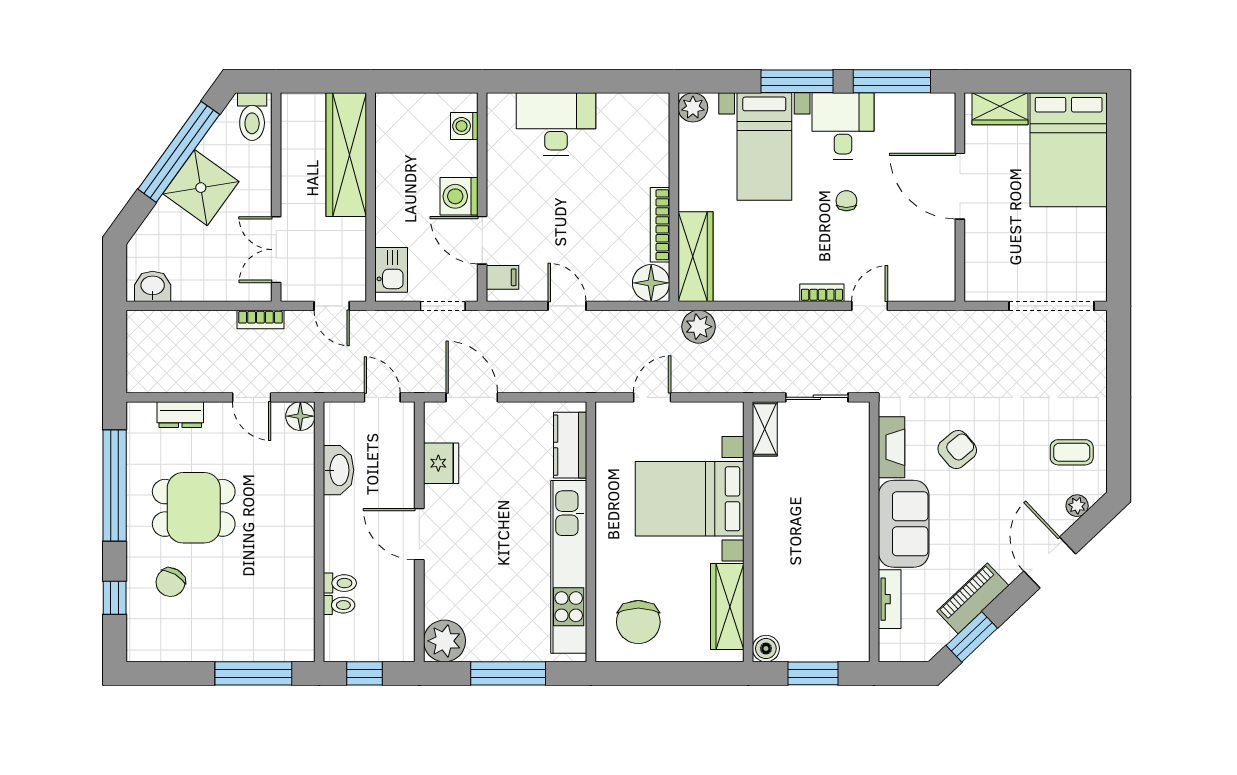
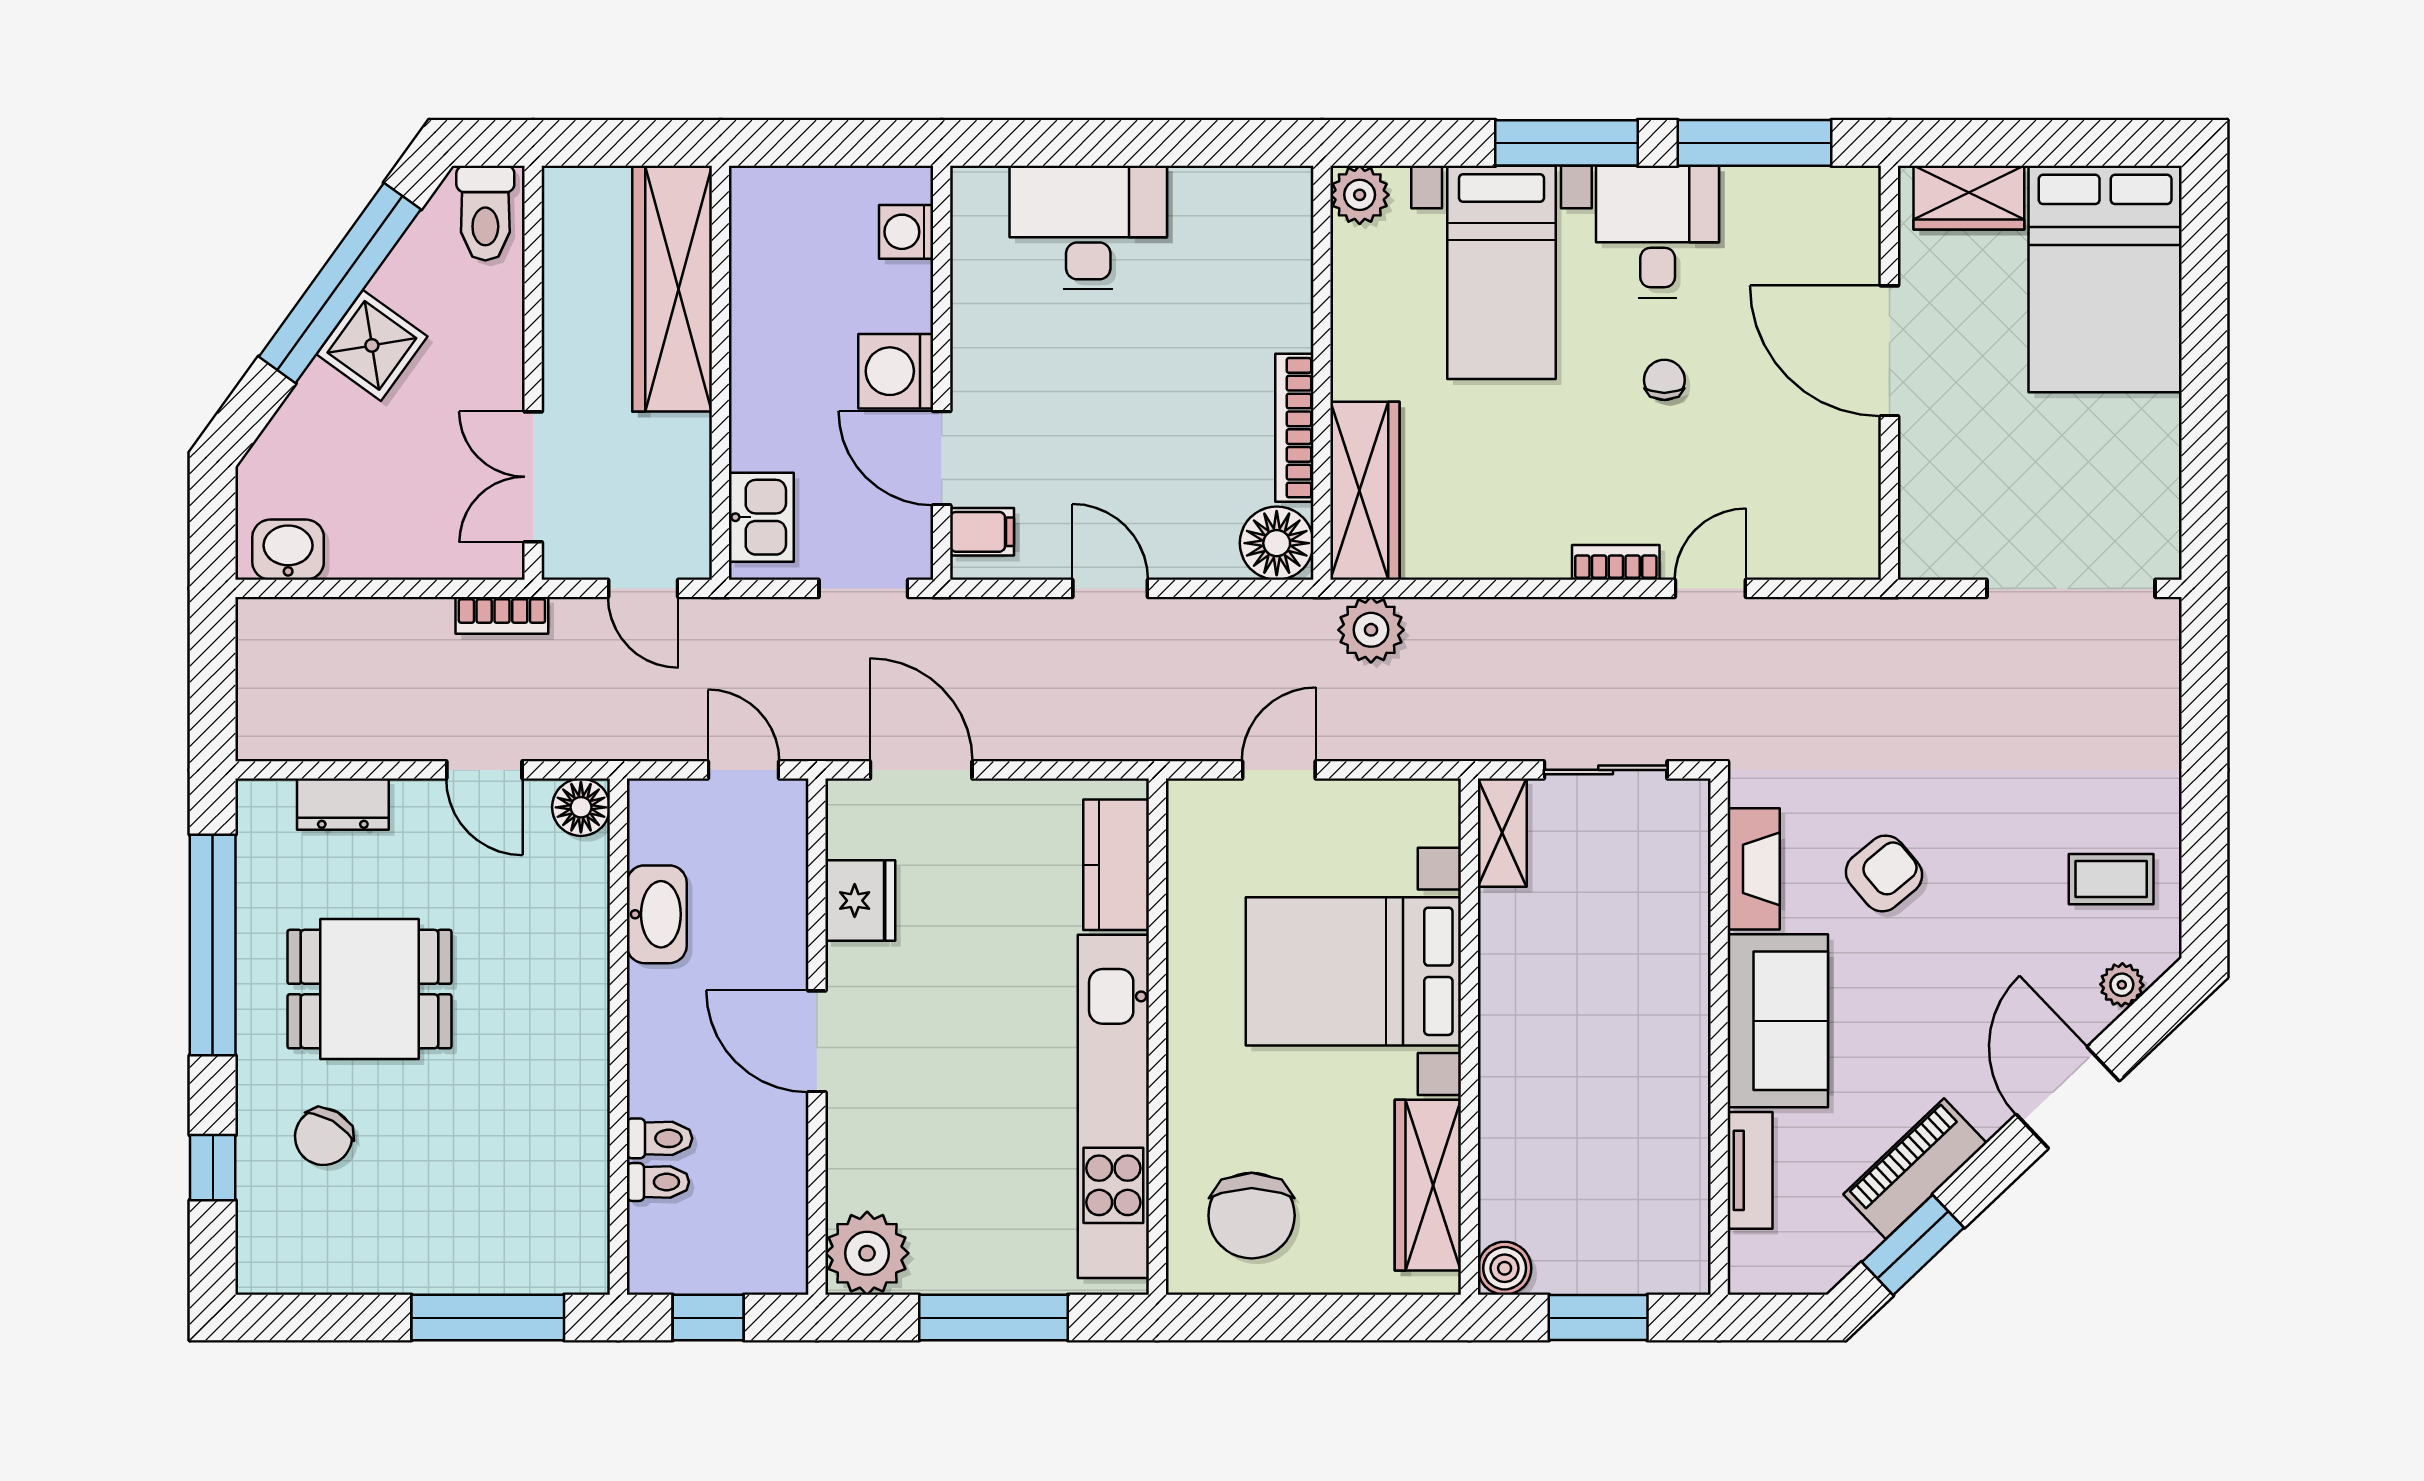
shower: (201, 188) -> (372, 345), width x0.73, depth x0.73

